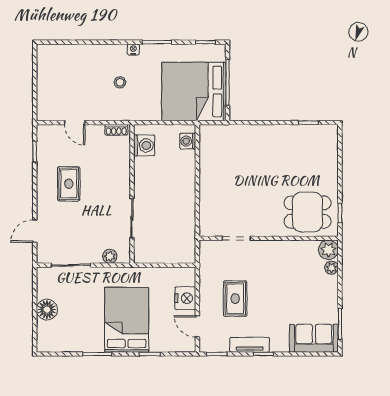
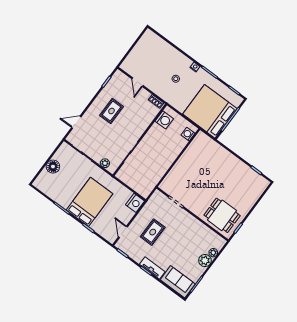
plant: (328, 250) -> (205, 261), moved
nightstand: (185, 298) -> (135, 203), moved
tv unit: (250, 345) -> (152, 268), moved

